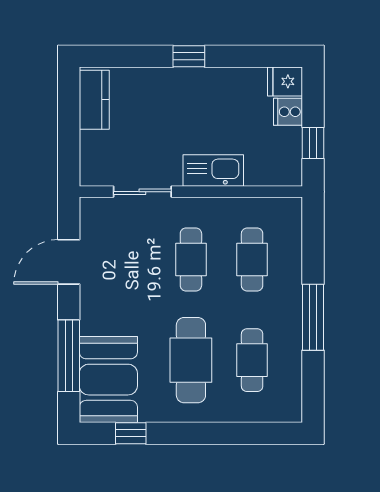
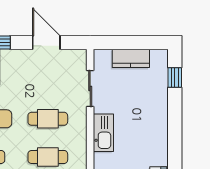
window: (189, 56) -> (175, 77), moved
kitchen counter: (94, 100) -> (131, 58), moved

